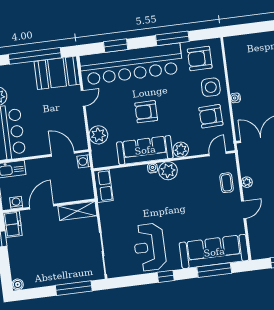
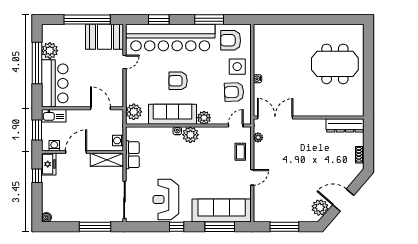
plant: (98, 135) -> (134, 112), moved
washing machine: (84, 161) -> (118, 141), moved
plant: (247, 182) -> (258, 137), moved
row of seats: (103, 186) -> (132, 155), moved

